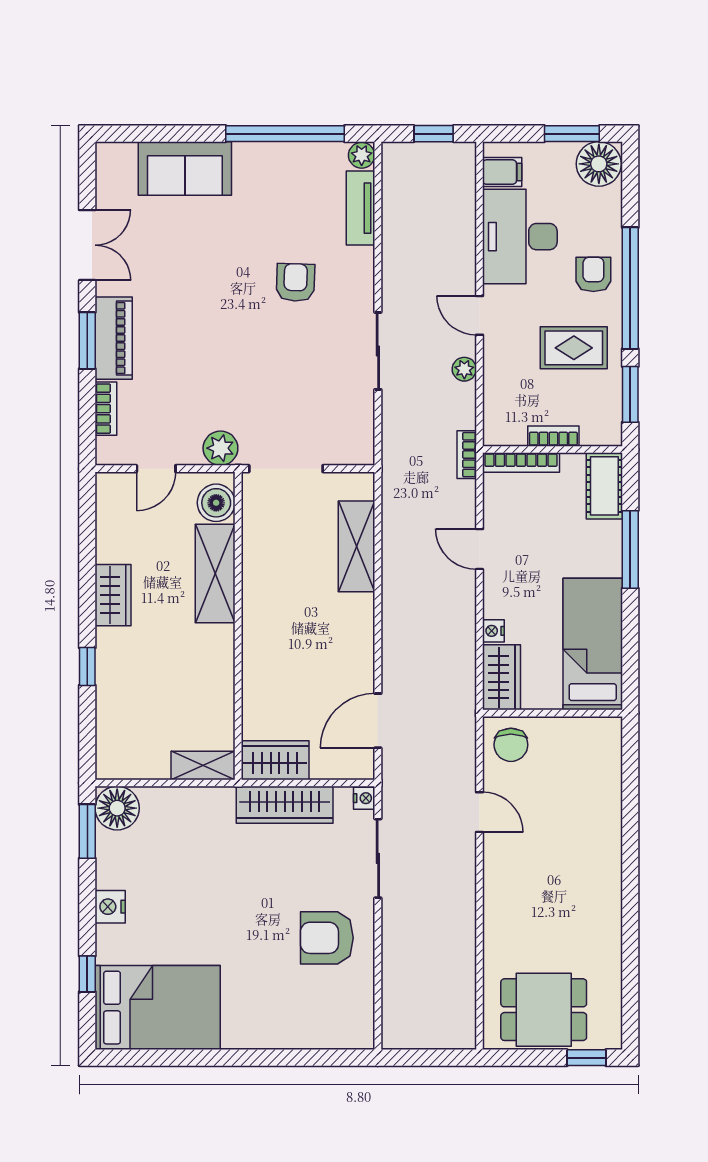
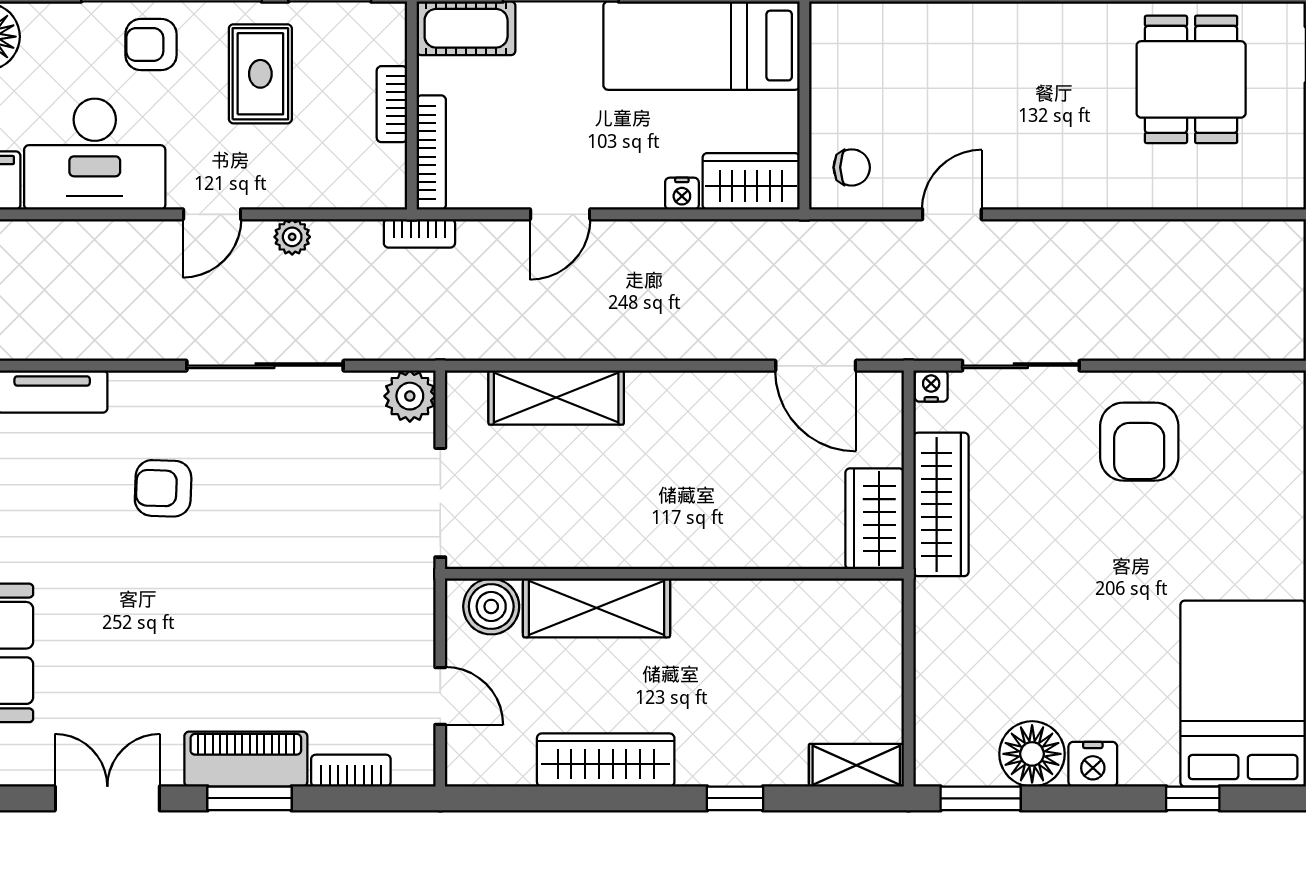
sliding door: (378, 351) -> (265, 366), width x1.37
plant: (220, 448) -> (410, 396), moved
wardrobe: (113, 595) -> (606, 760), width x1.50
chair: (511, 745) -> (852, 167), width x0.73, depth x0.73
shelving: (203, 765) -> (856, 765), moved, turned 90
floor lamp: (117, 808) -> (1032, 754), moved
dining table: (544, 1010) -> (1191, 79), moved

